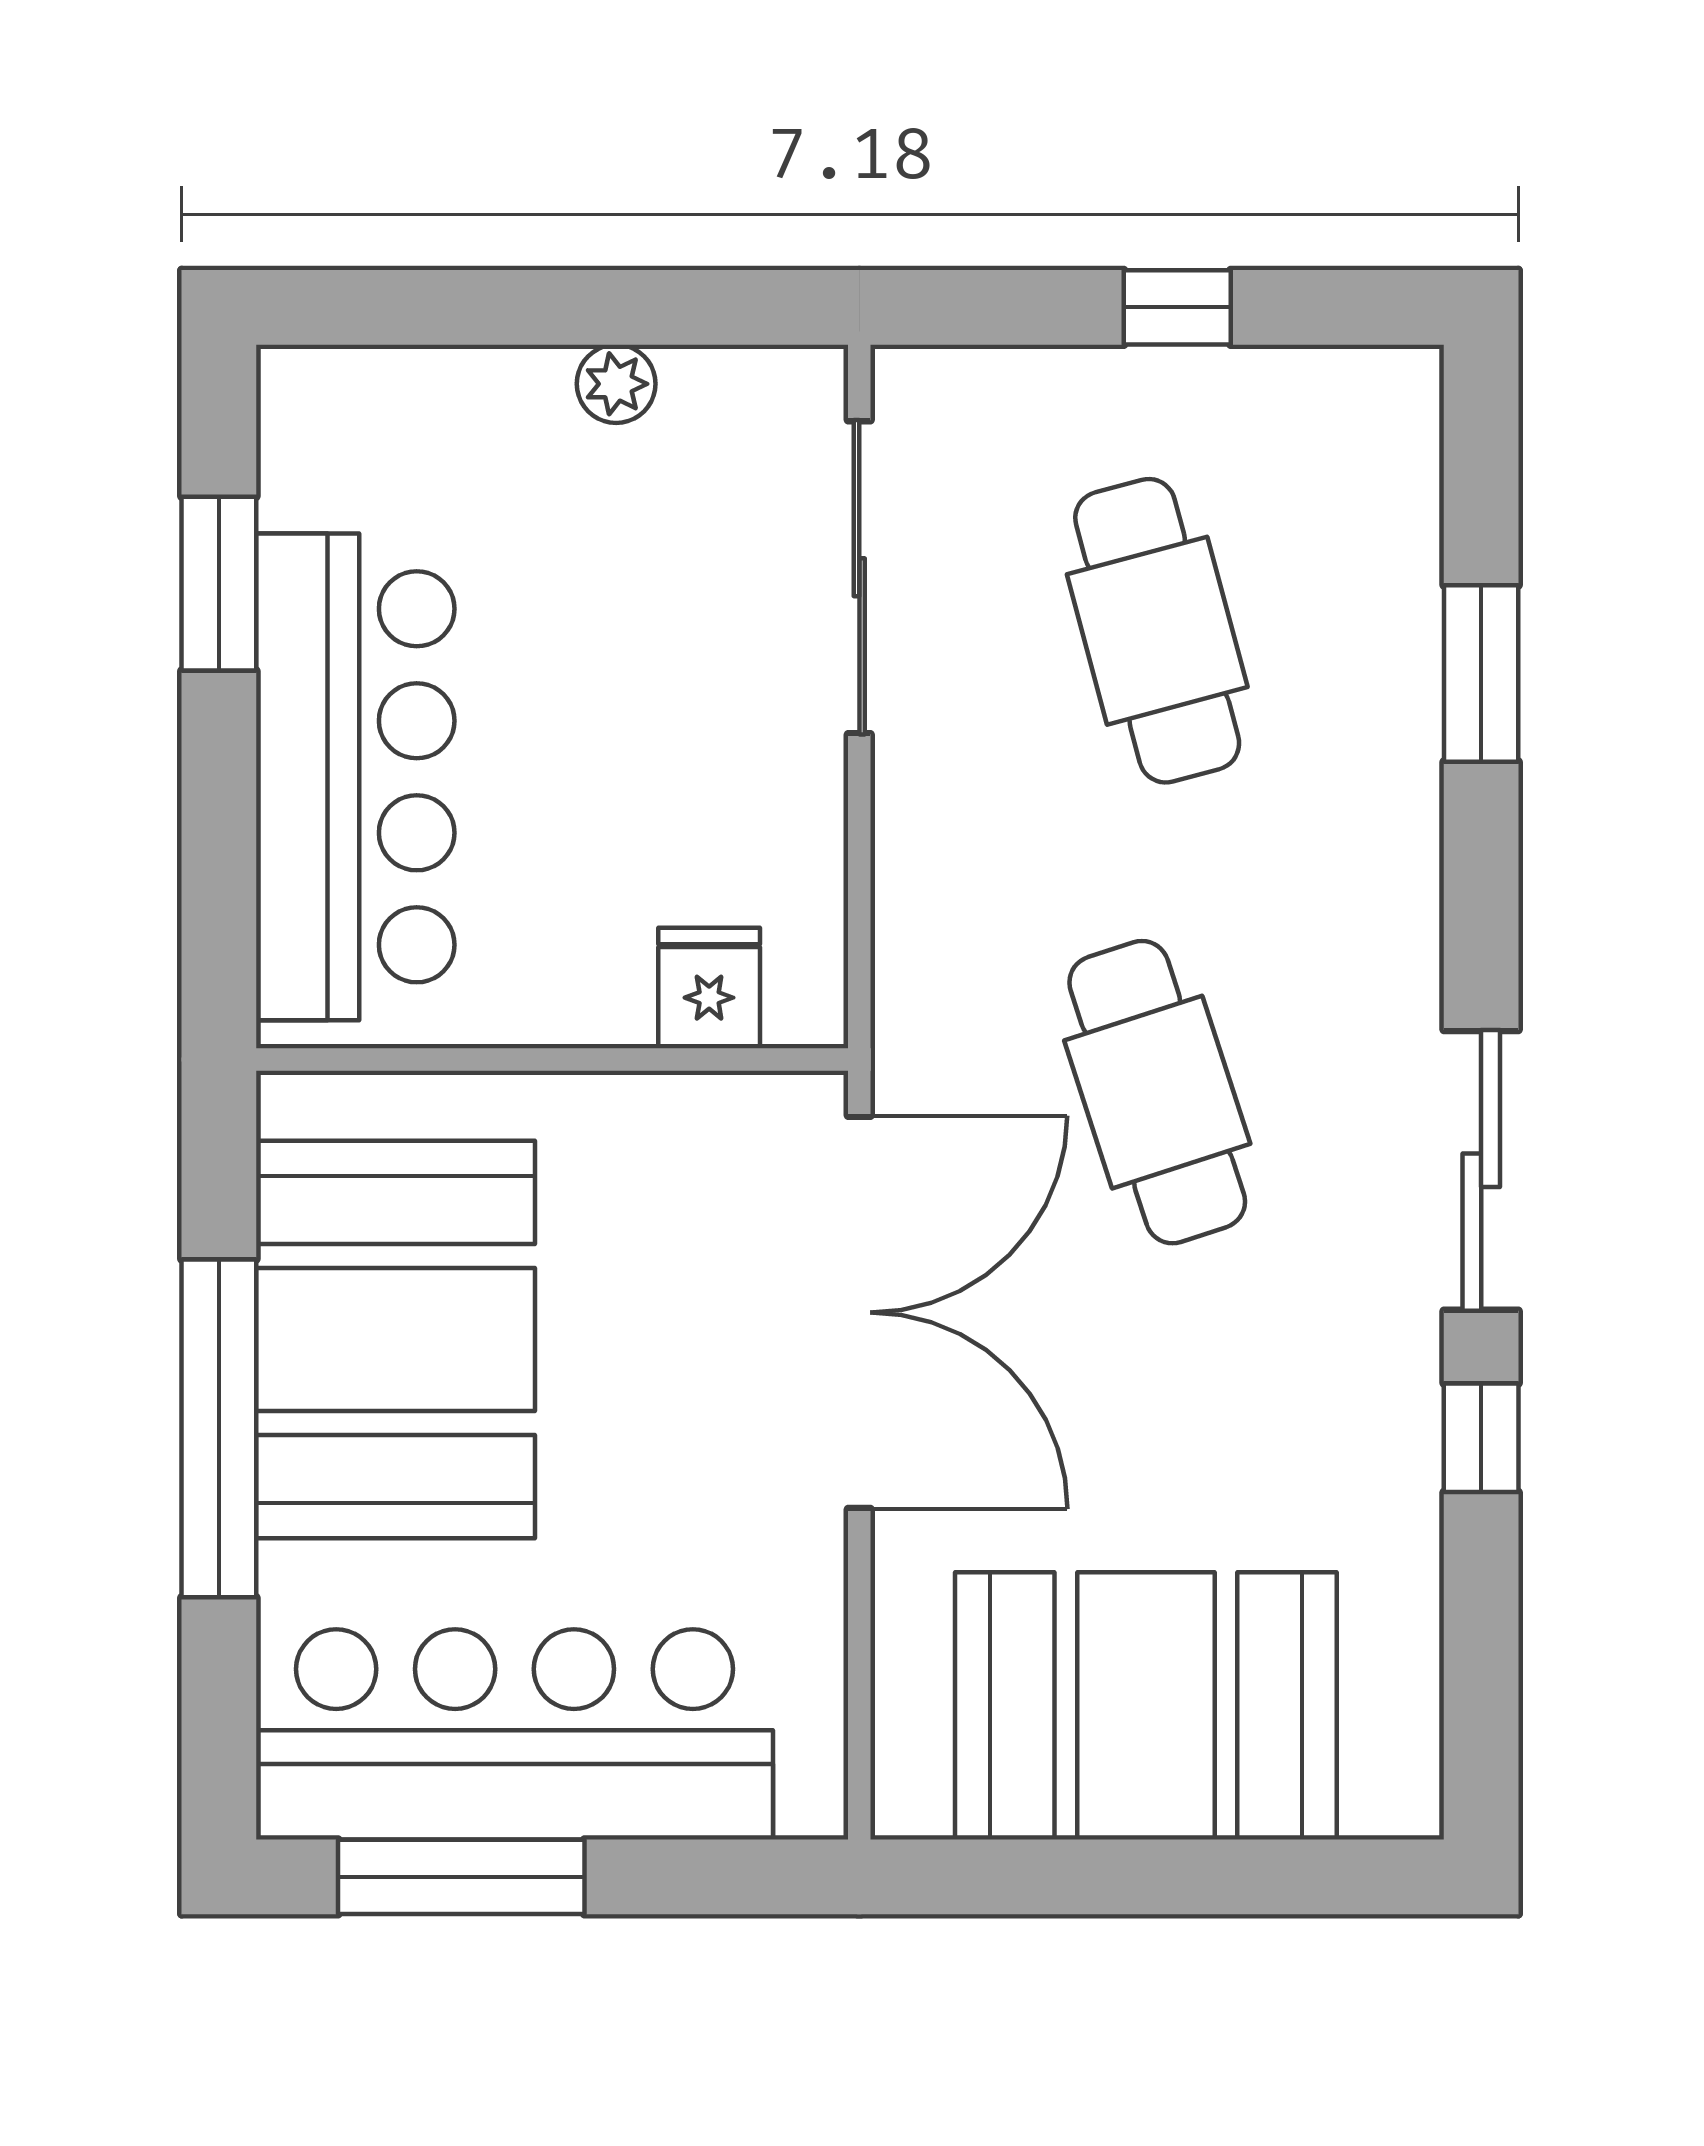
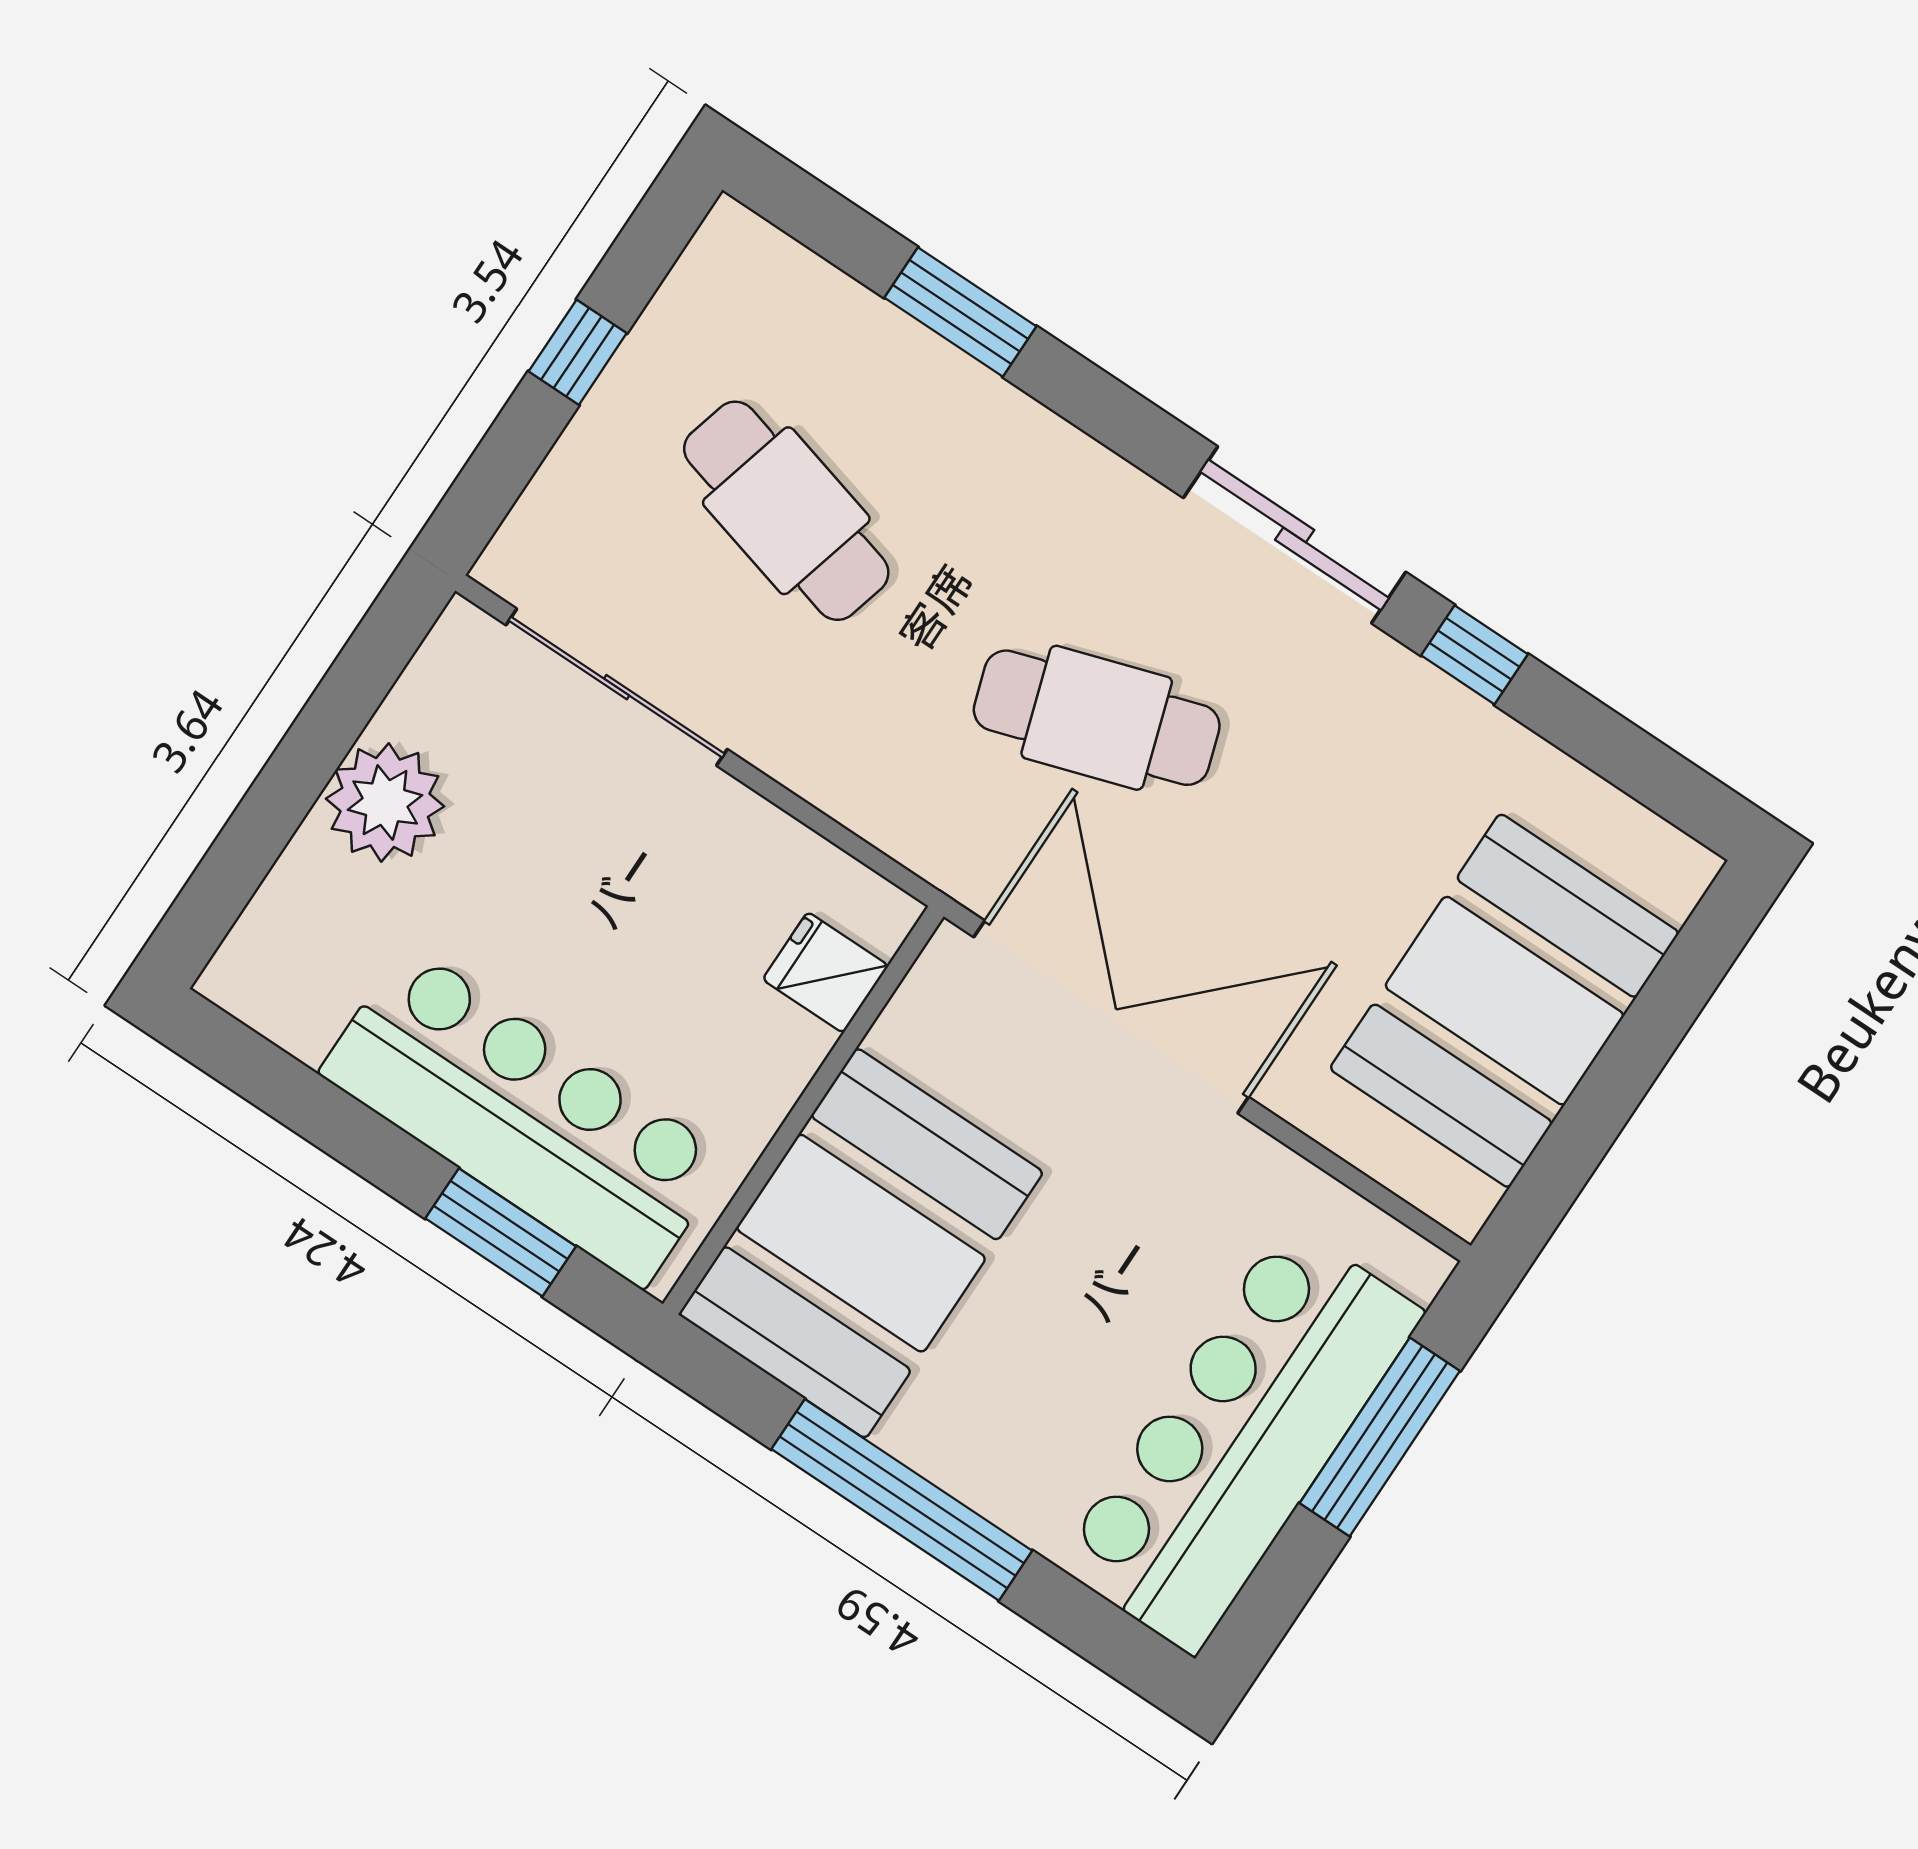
plant: (616, 384) -> (385, 802), width x1.87, depth x1.87
window: (219, 584) -> (501, 1232), moved
cafe table: (1157, 631) -> (786, 511), turned 30
booth: (396, 1340) -> (861, 1243), moved, turned 90
window: (461, 1877) -> (1380, 1437), moved

